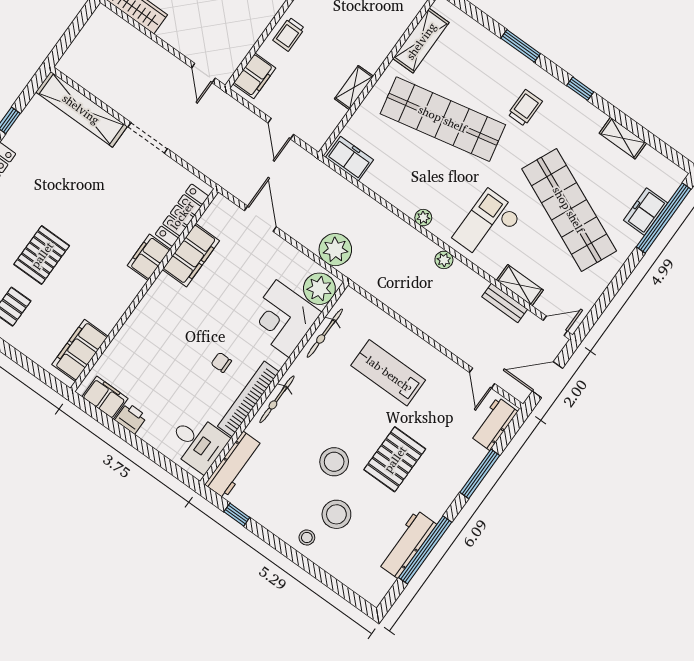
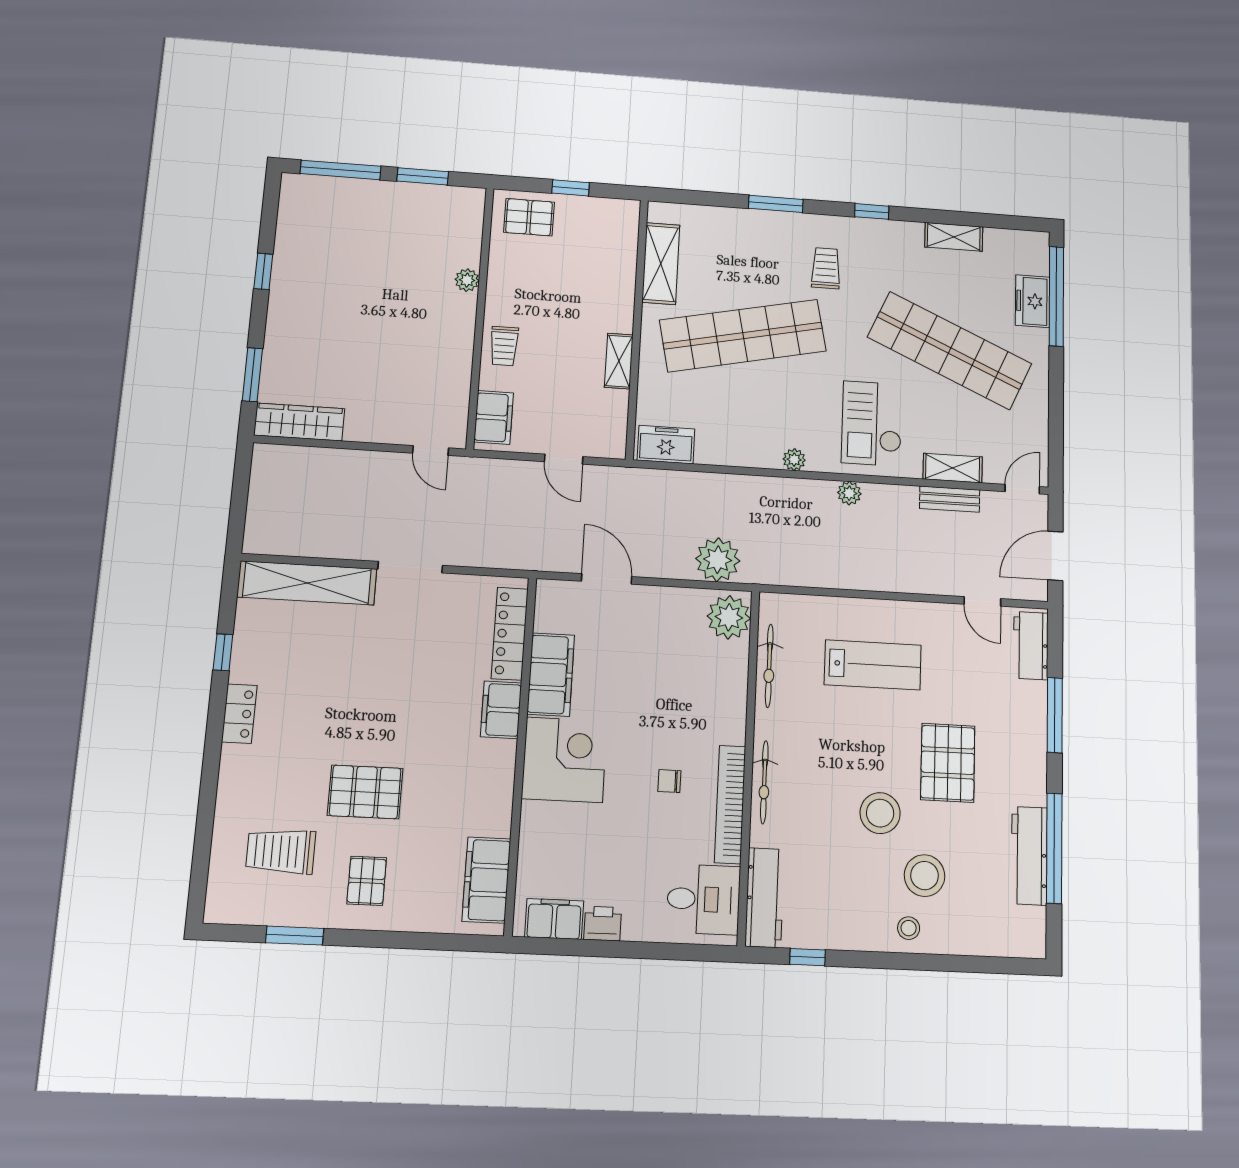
pallet: (42, 255) -> (365, 792), turned 90
corner desk: (283, 319) -> (564, 760), moved, turned 180
lab bench: (388, 373) -> (873, 665), turned 180

